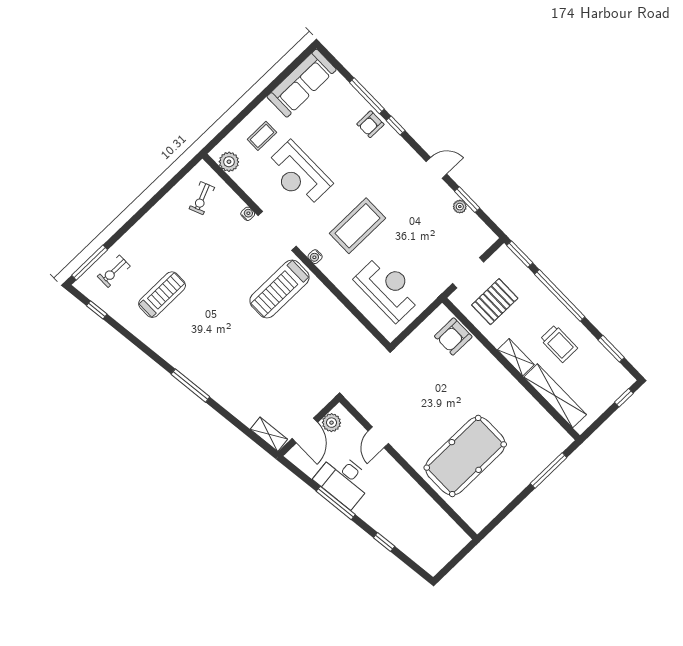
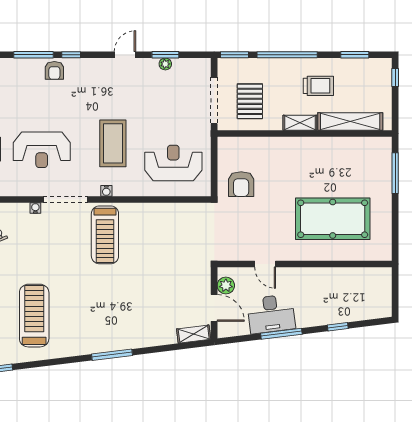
doorway: (468, 273) -> (214, 100), width x1.36
treadmill: (162, 295) -> (34, 316), width x1.37, depth x1.38
armchair: (453, 336) -> (241, 184), moved
pool table: (465, 456) -> (333, 219), turned 90

